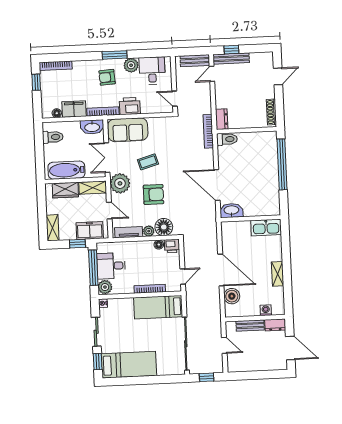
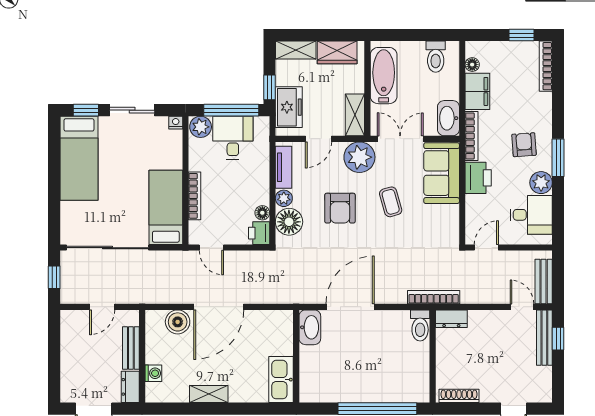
wardrobe: (65, 190) -> (337, 52), moved, turned -90

